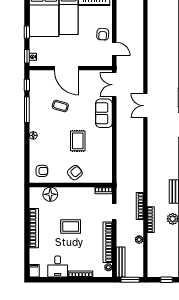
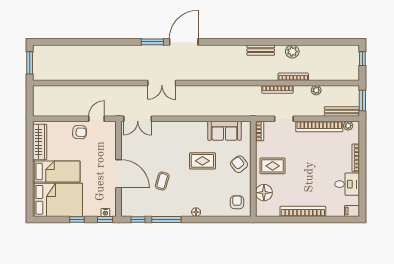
door: (67, 68) -> (119, 174), hinge flipped
sofa: (104, 113) -> (224, 131), moved
rug: (71, 227) -> (273, 166), moved, turned 90

